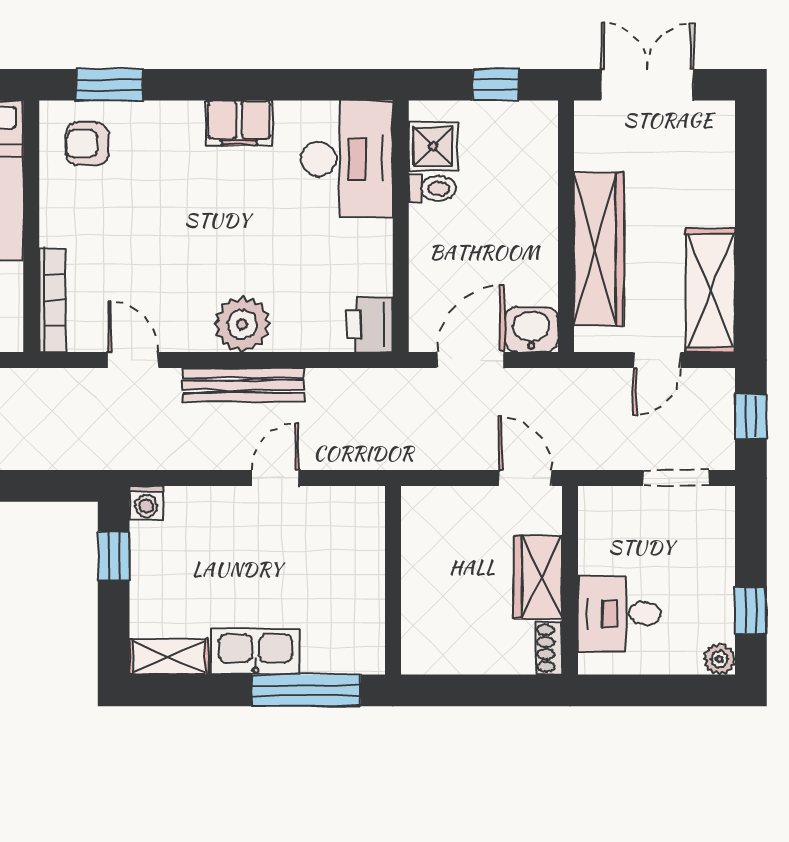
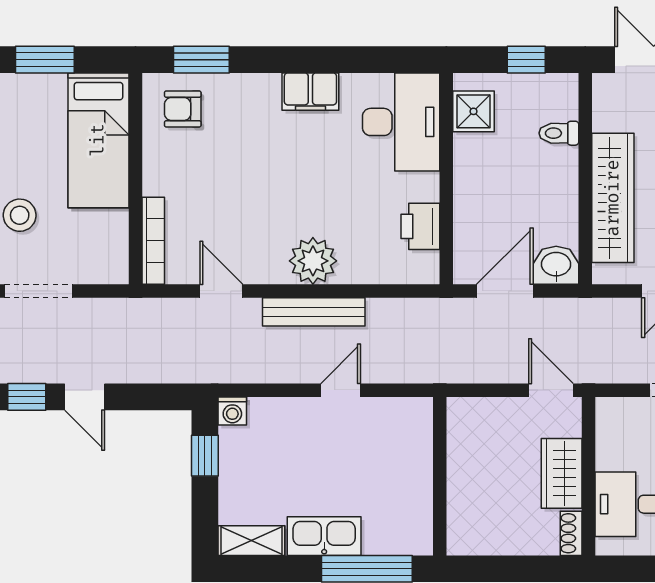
toilet: (432, 188) -> (559, 133), moved, turned 180
printer: (370, 324) -> (420, 226), moved

